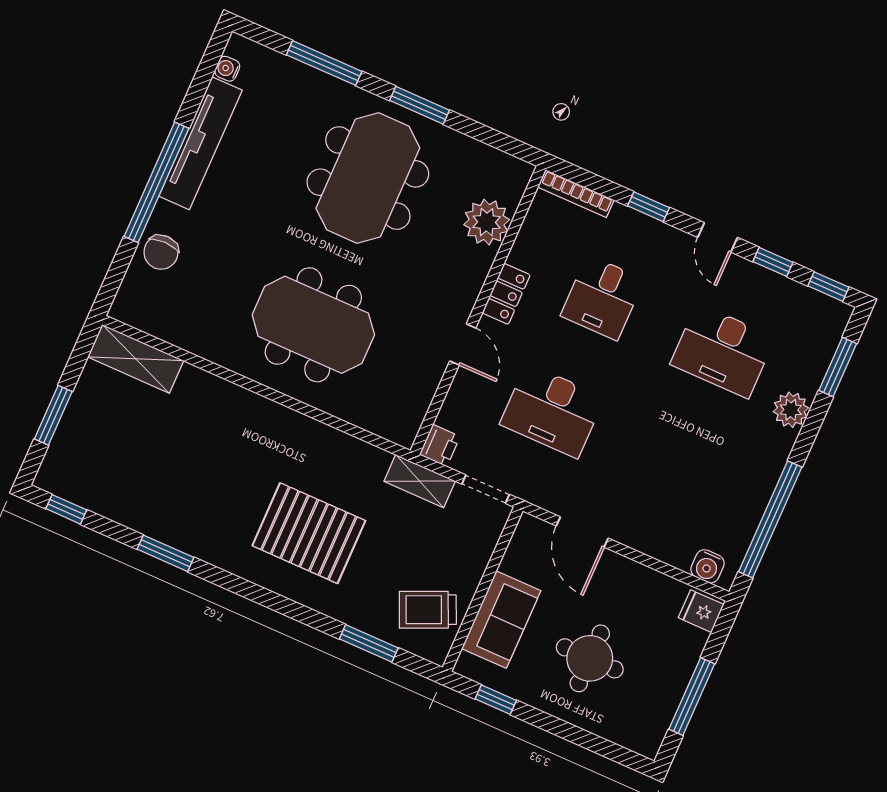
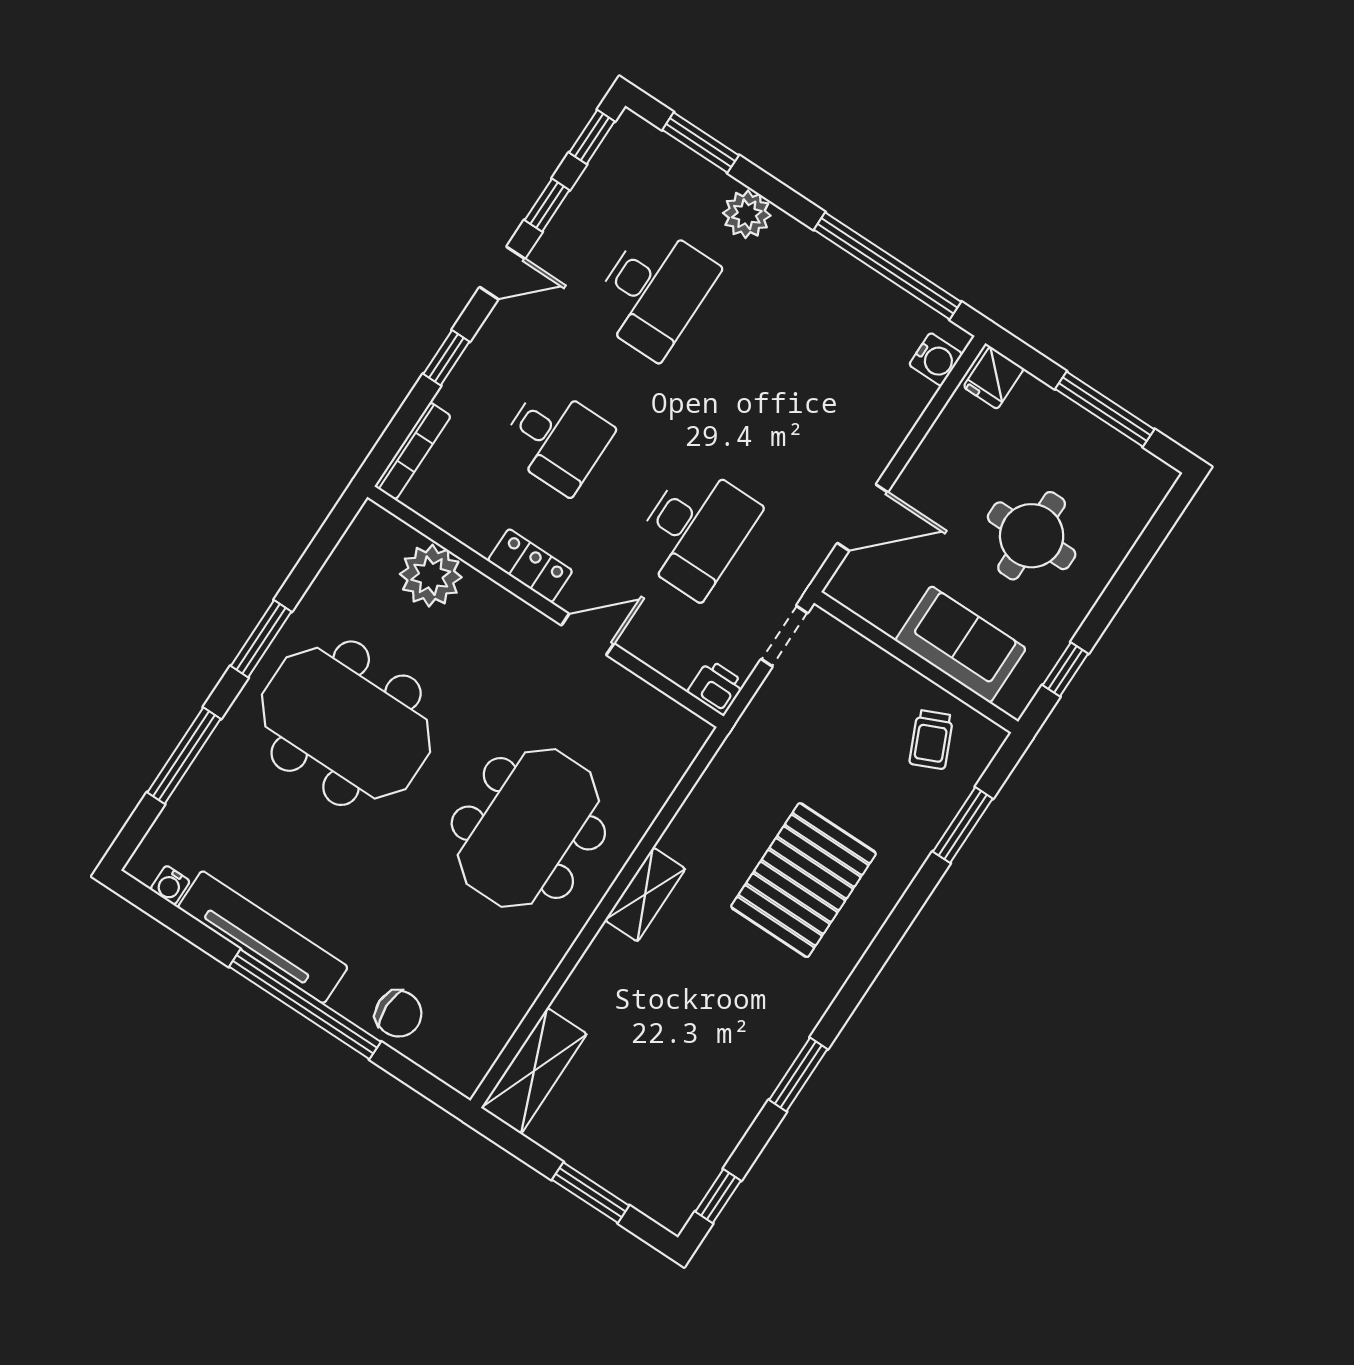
shelving: (420, 481) -> (645, 894), moved
trolley: (428, 610) -> (931, 739), width x0.73, depth x0.72

